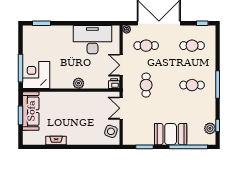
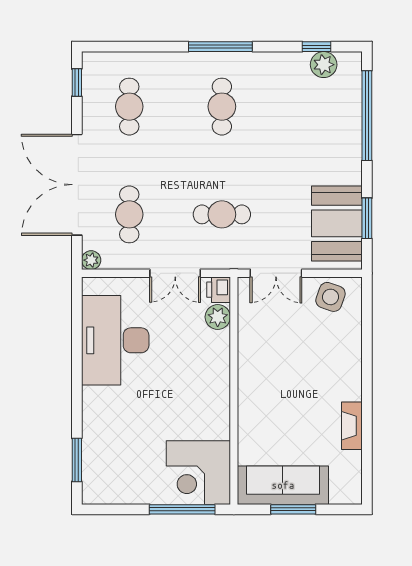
plant: (79, 83) -> (218, 317), moved
booth: (171, 134) -> (337, 223), moved

